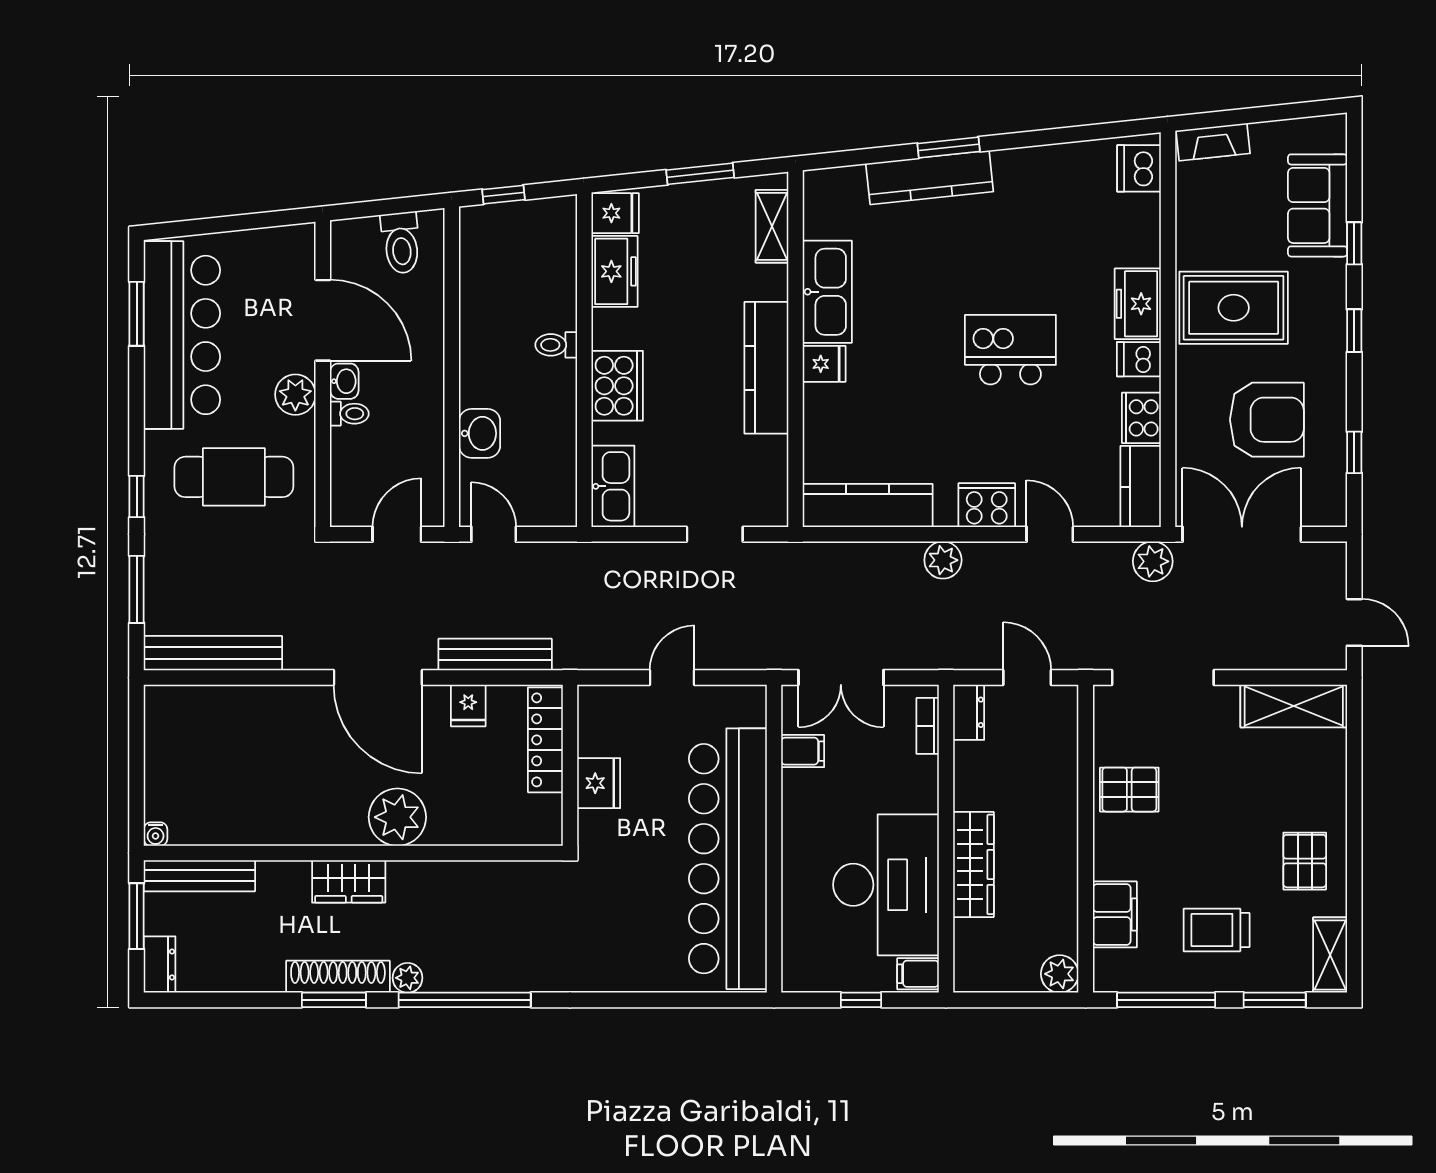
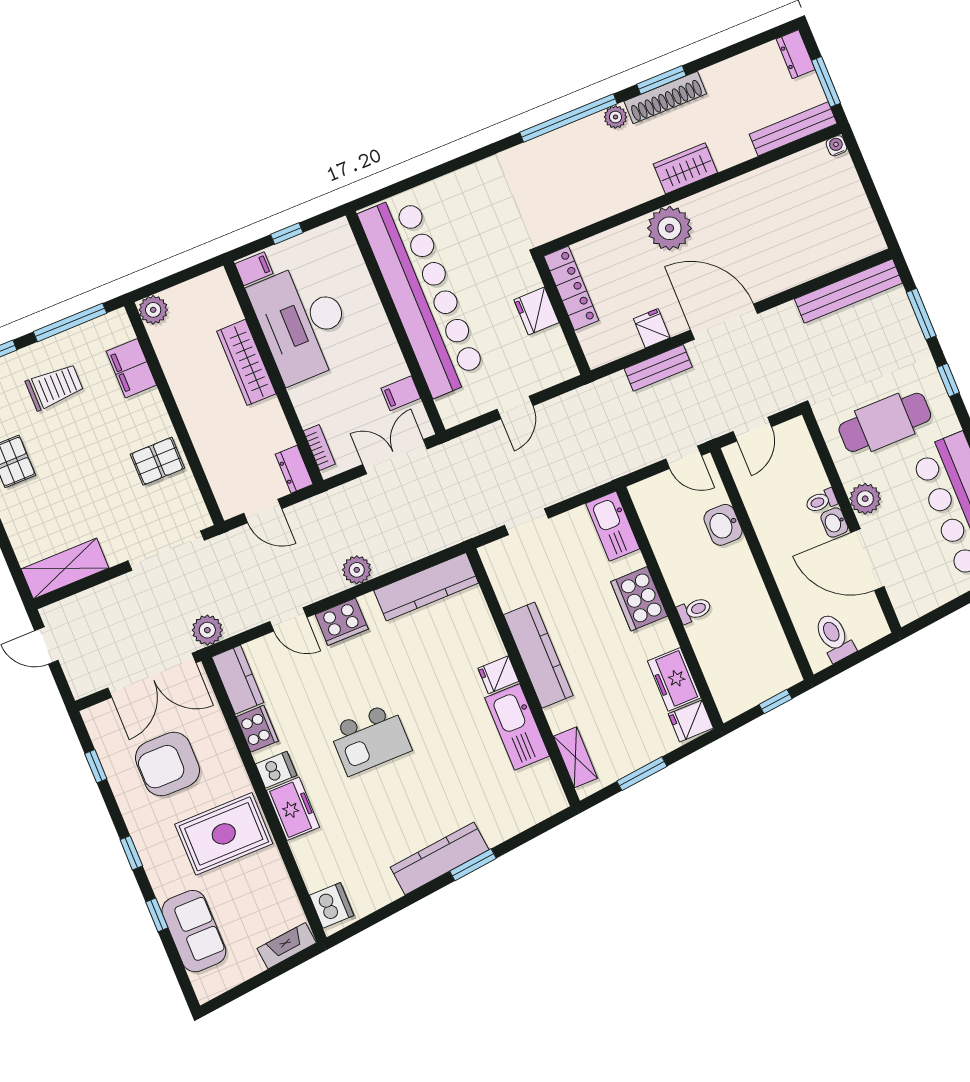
kitchen counter: (930, 177) -> (440, 859), moved
bench: (495, 655) -> (658, 368), width x0.73
locker: (545, 740) -> (571, 288), moved

